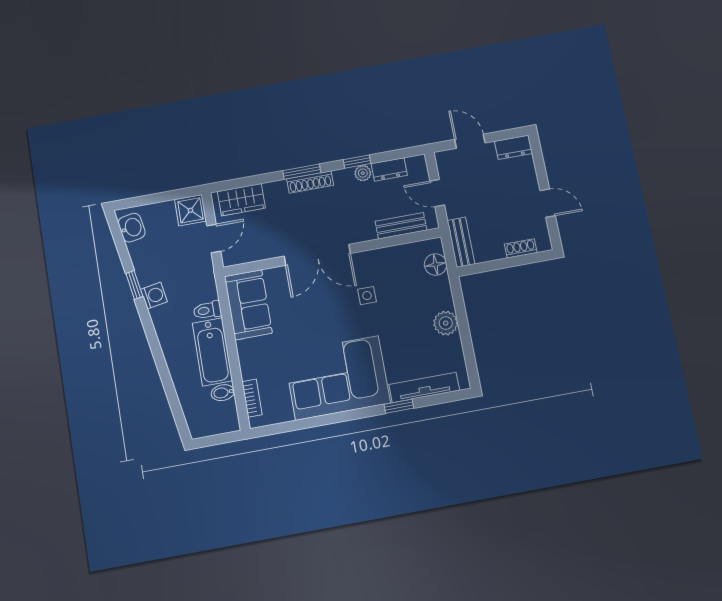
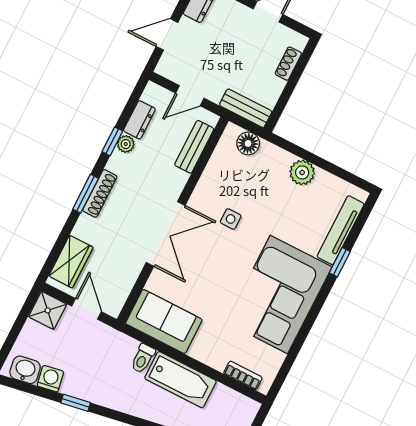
washing machine: (154, 296) -> (50, 379), moved
bidet: (223, 393) -> (220, 396), removed

